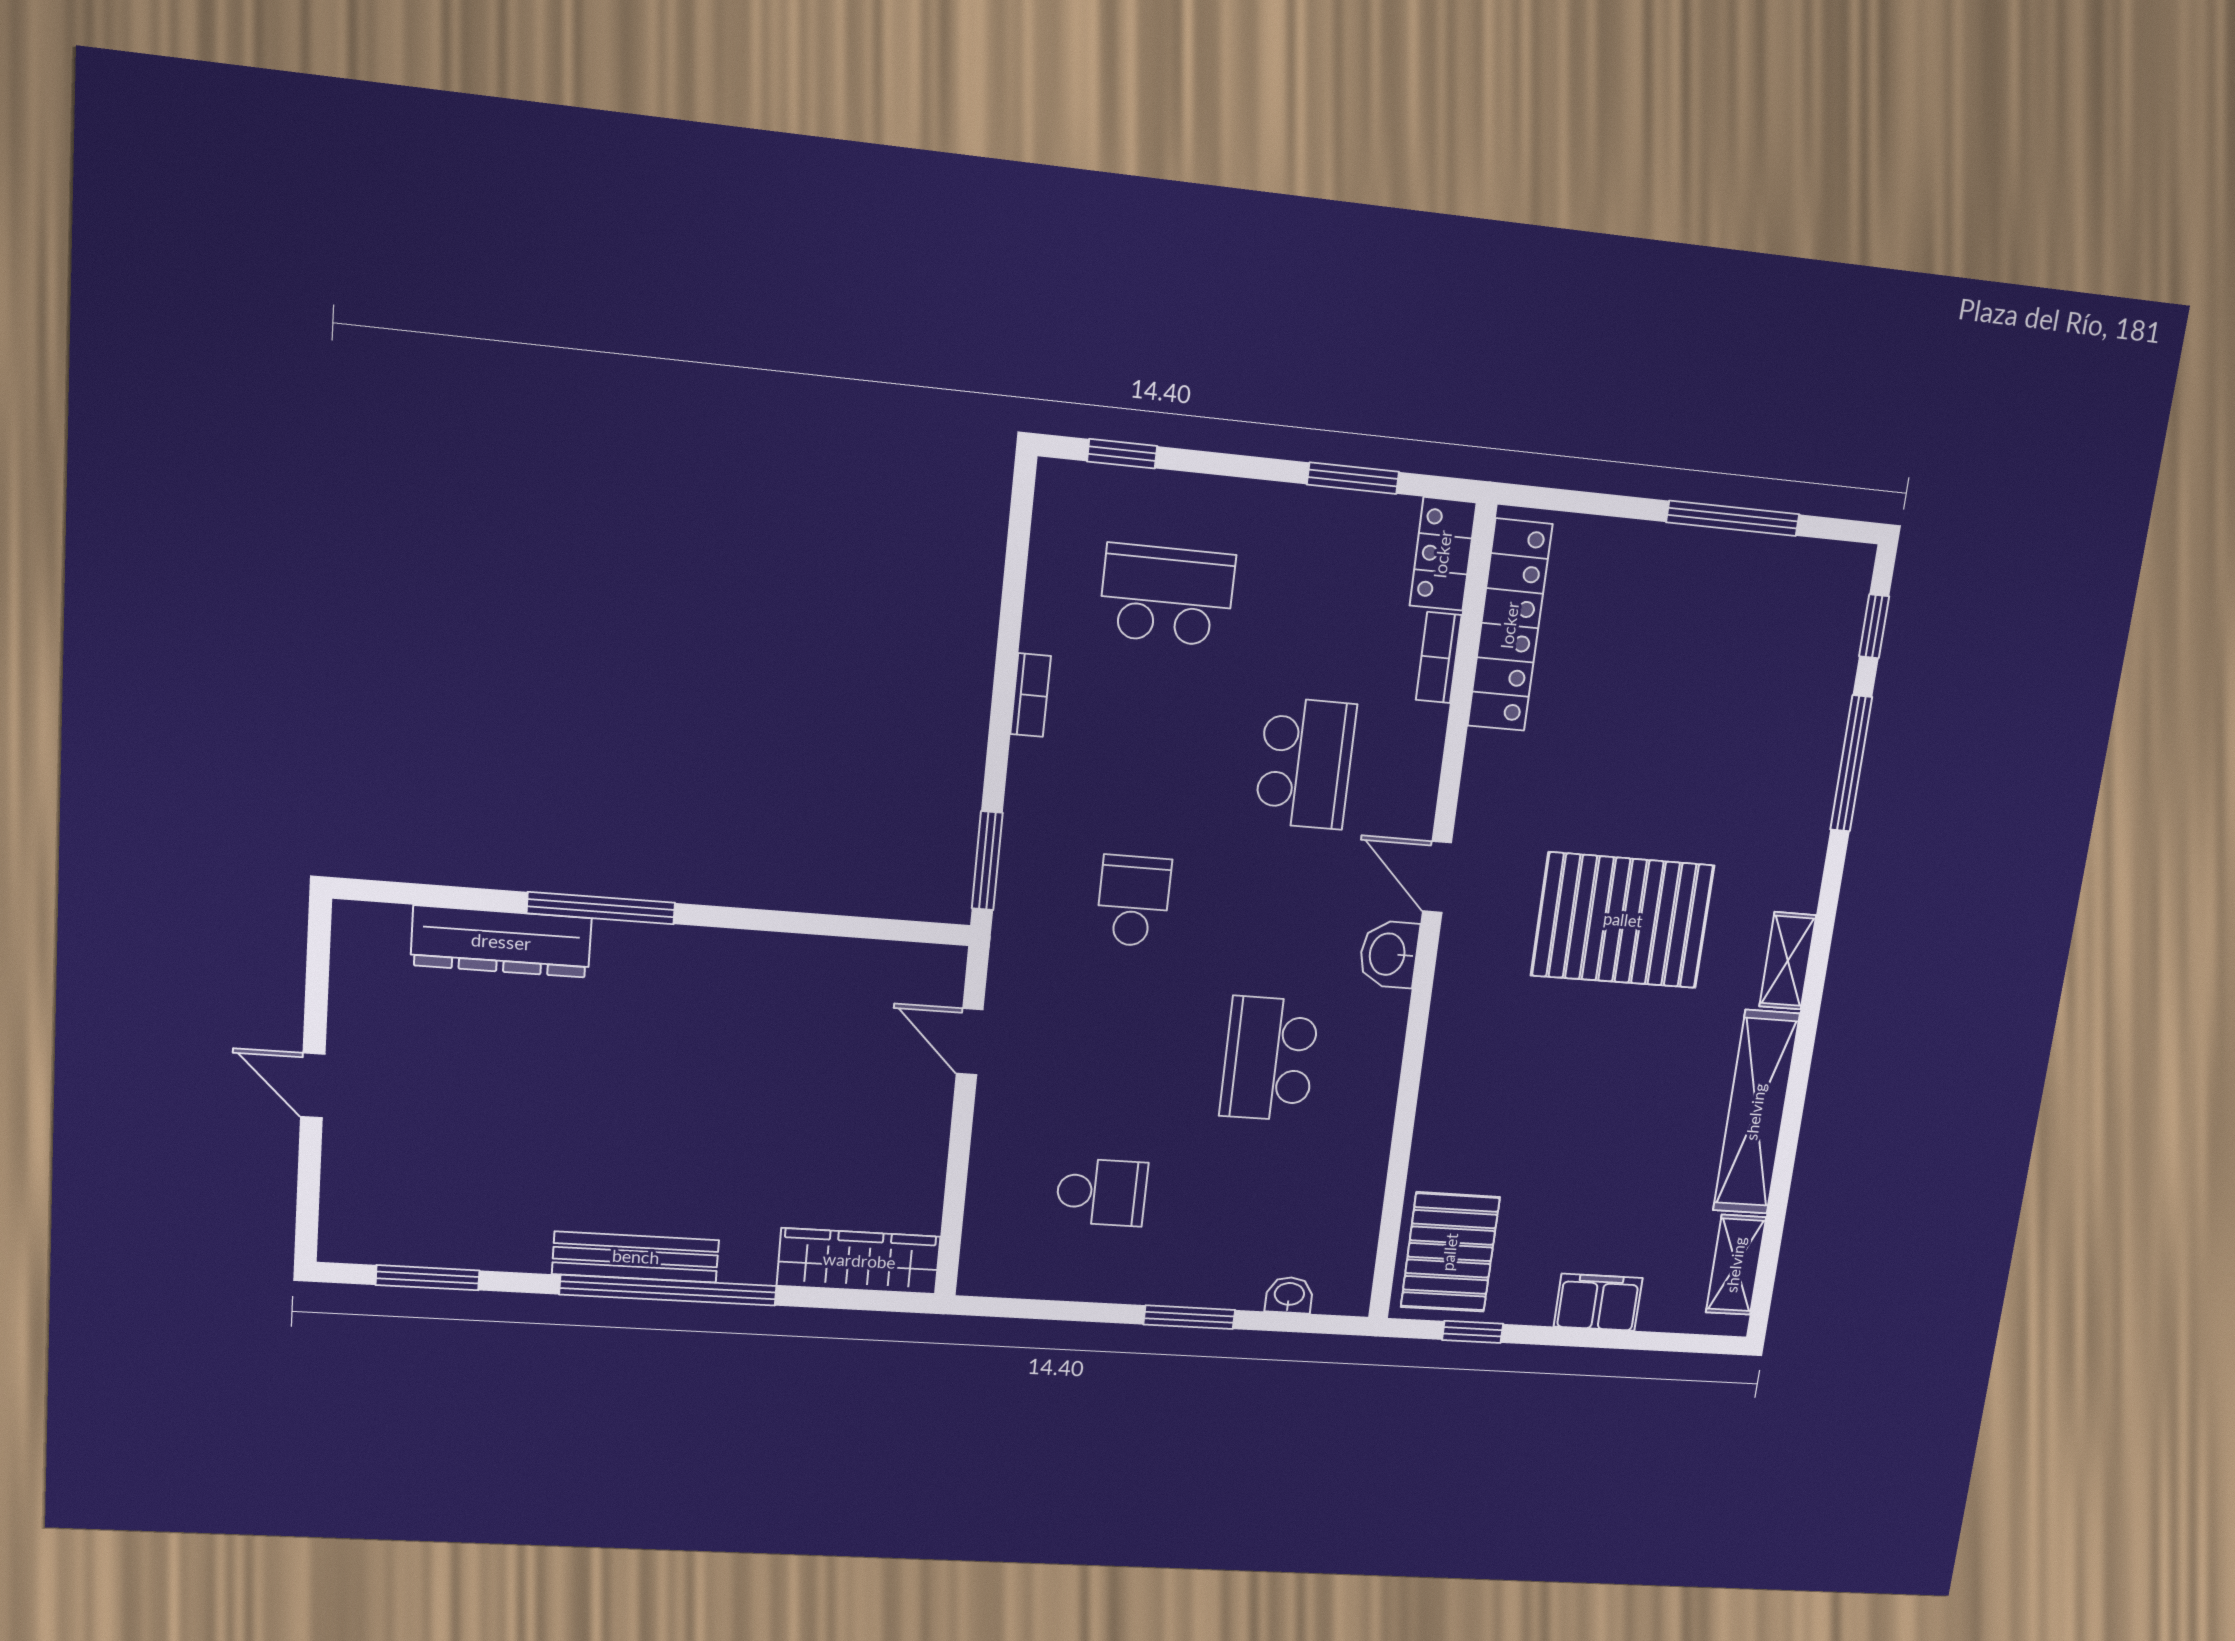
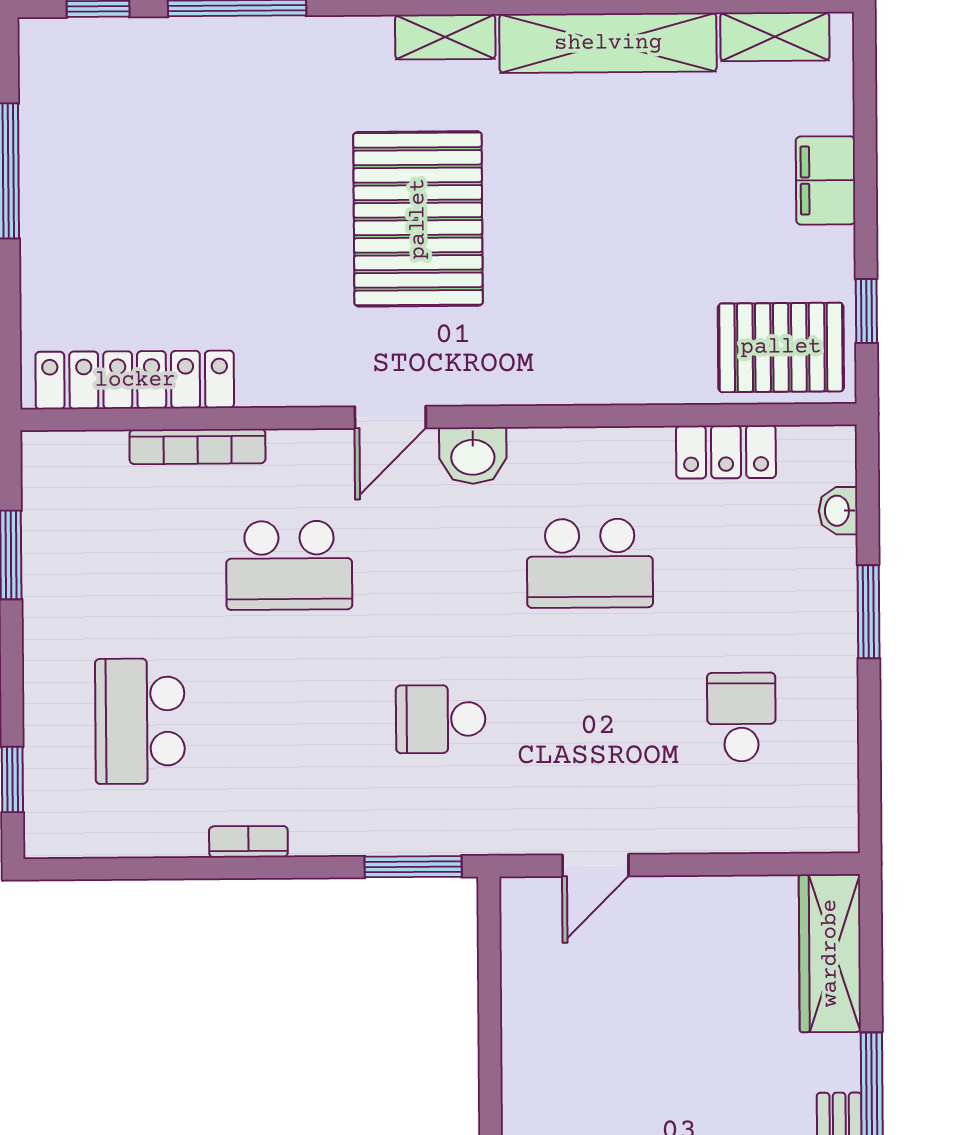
locker: (1443, 554) -> (726, 452), moved
bookcase: (1439, 658) -> (197, 446), width x1.56
school desk: (1305, 763) -> (289, 565), turned 180

